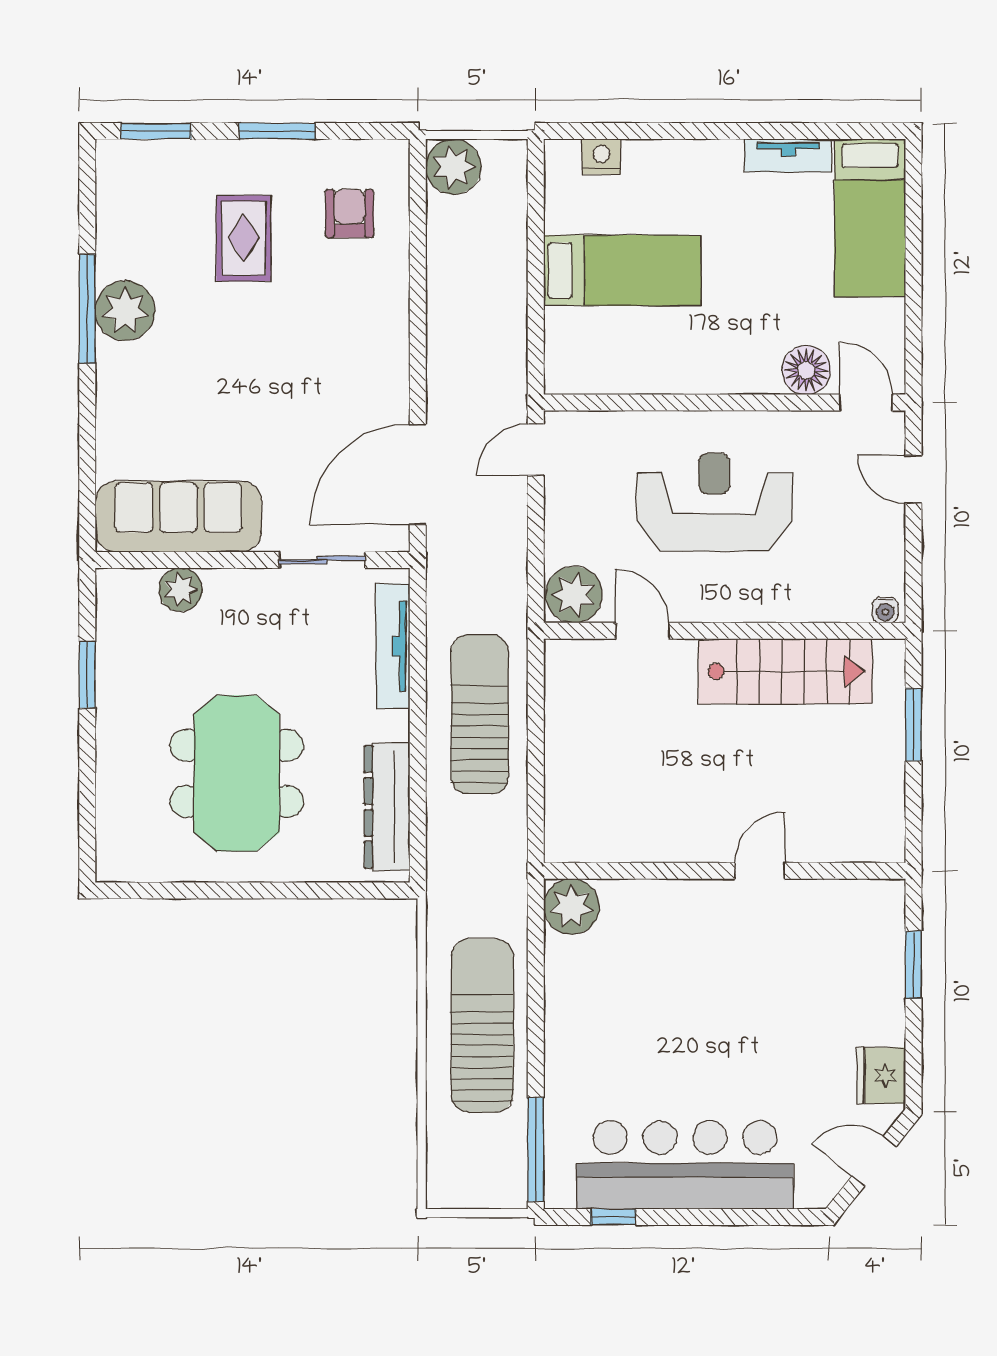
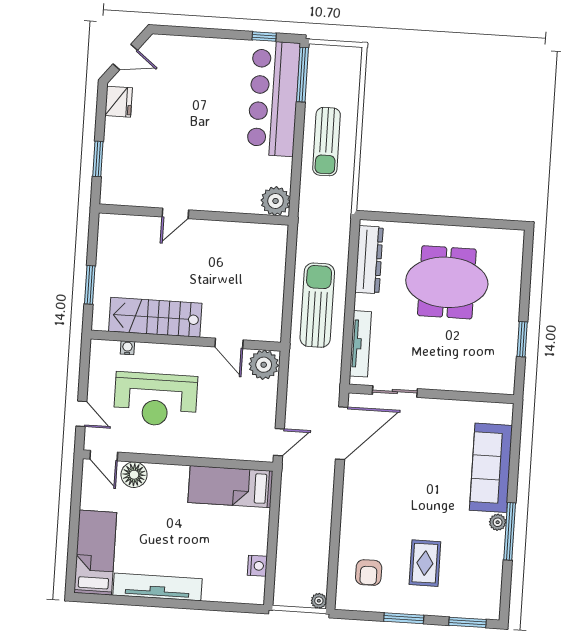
tv unit: (788, 156) -> (157, 587), width x1.92, depth x1.29
nightstand: (601, 157) -> (257, 566), moved, turned -90
plant: (453, 167) -> (319, 601), width x0.53, depth x0.53
bed: (622, 270) -> (230, 487), moved
plant: (125, 311) -> (498, 522), width x0.53, depth x0.53
reception desk: (714, 502) -> (155, 399), moved
sofa: (178, 517) -> (491, 468), moved, turned 90
plant: (181, 590) -> (470, 381), removed
water cooler: (885, 610) -> (127, 348), moved
sun lounger: (480, 714) -> (317, 305), turned 180
meeting table: (237, 773) -> (447, 282), turned 90
sun lounger: (482, 1025) -> (326, 142), width x0.73, depth x0.75
bar counter: (685, 1165) -> (274, 98), moved, turned 90

